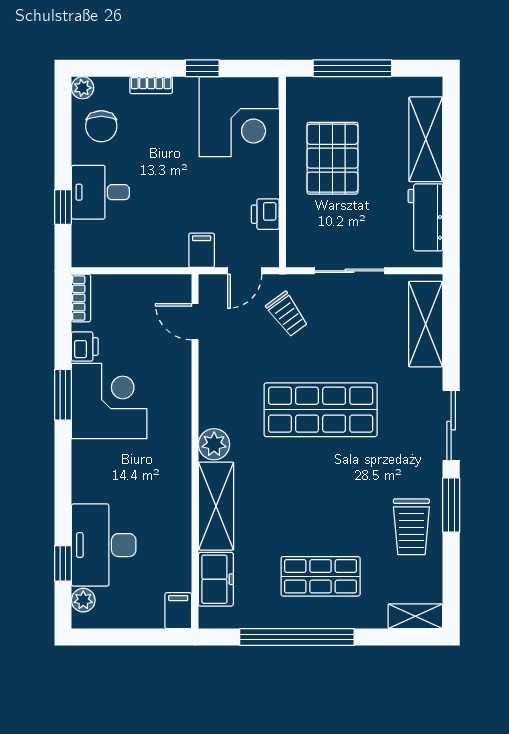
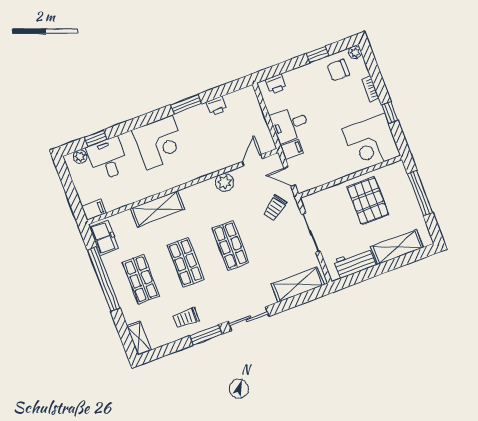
pallet: (332, 158) -> (368, 201), turned 90
desk: (100, 192) -> (290, 124), moved, turned -90
window: (63, 207) -> (318, 54), moved
printer: (265, 214) -> (276, 84), moved, turned 180
bookcase: (81, 298) -> (242, 94), removed
corner desk: (109, 401) -> (160, 142), moved
shop shelf: (321, 410) -> (230, 245), width x0.70, depth x0.74
plant: (214, 444) -> (224, 182), moved
shop shelf: (321, 493) -> (186, 262), added
trolley: (411, 527) -> (186, 318), width x0.73, depth x0.72
desk: (104, 545) -> (108, 159), width x0.73
freezer: (216, 579) -> (104, 238), moved, turned -90

